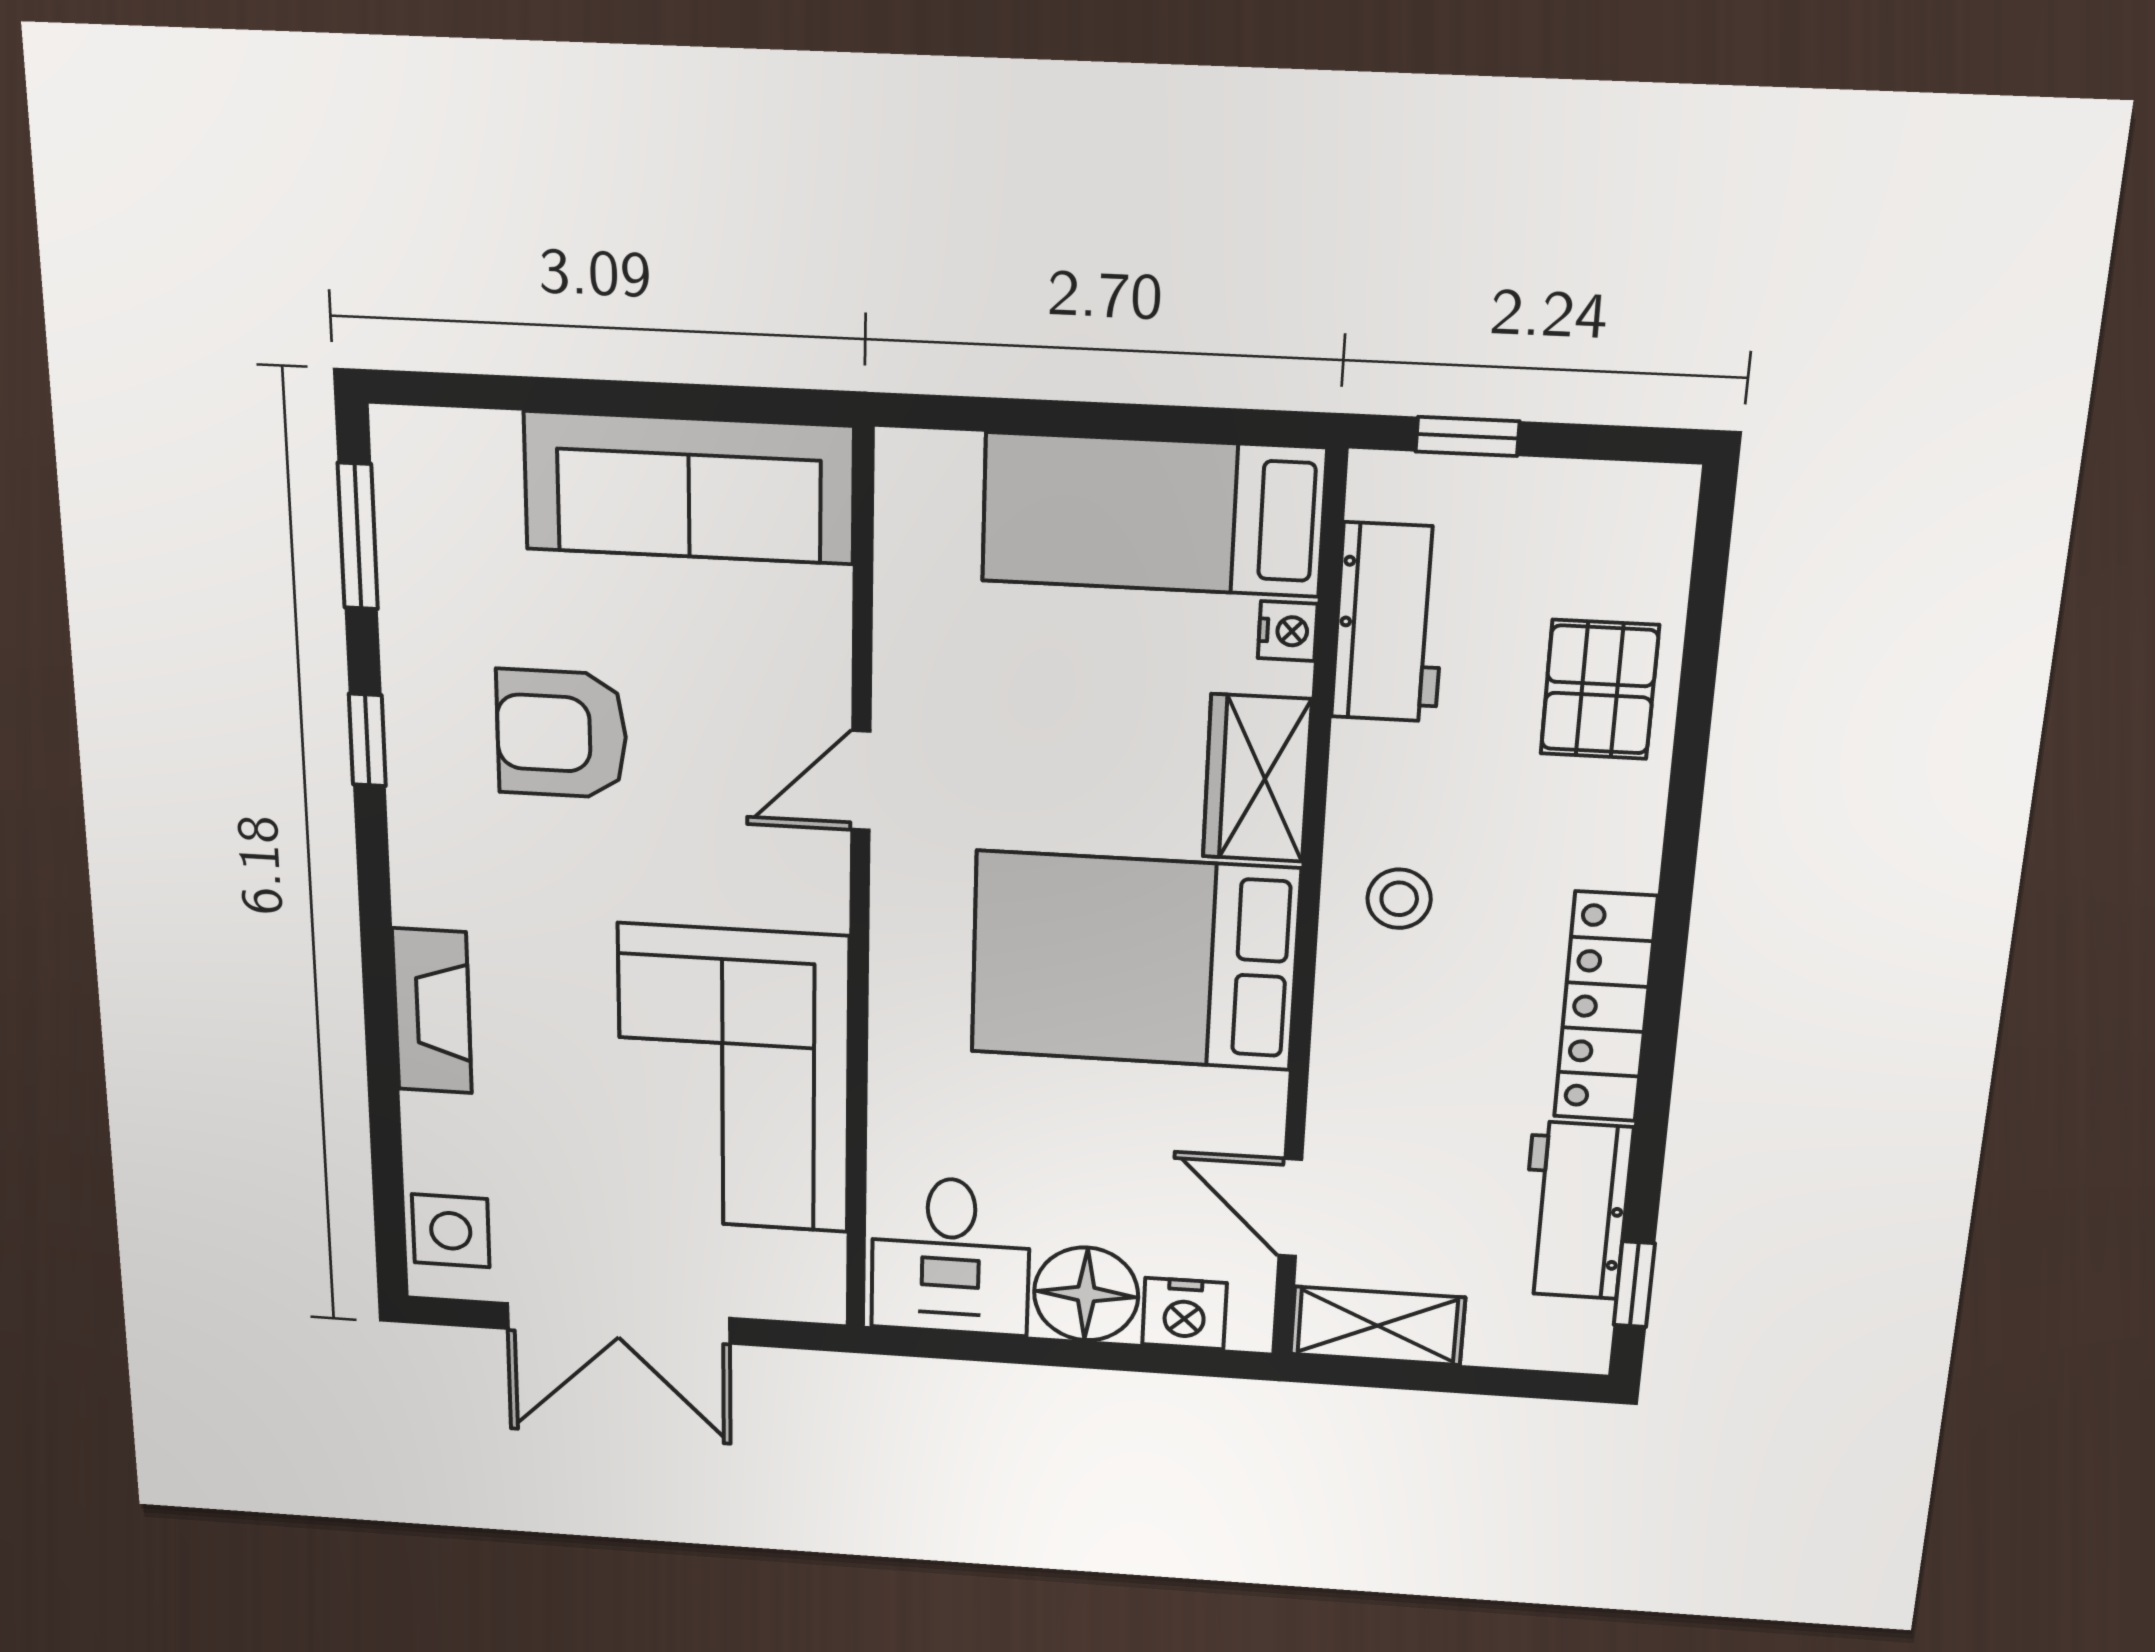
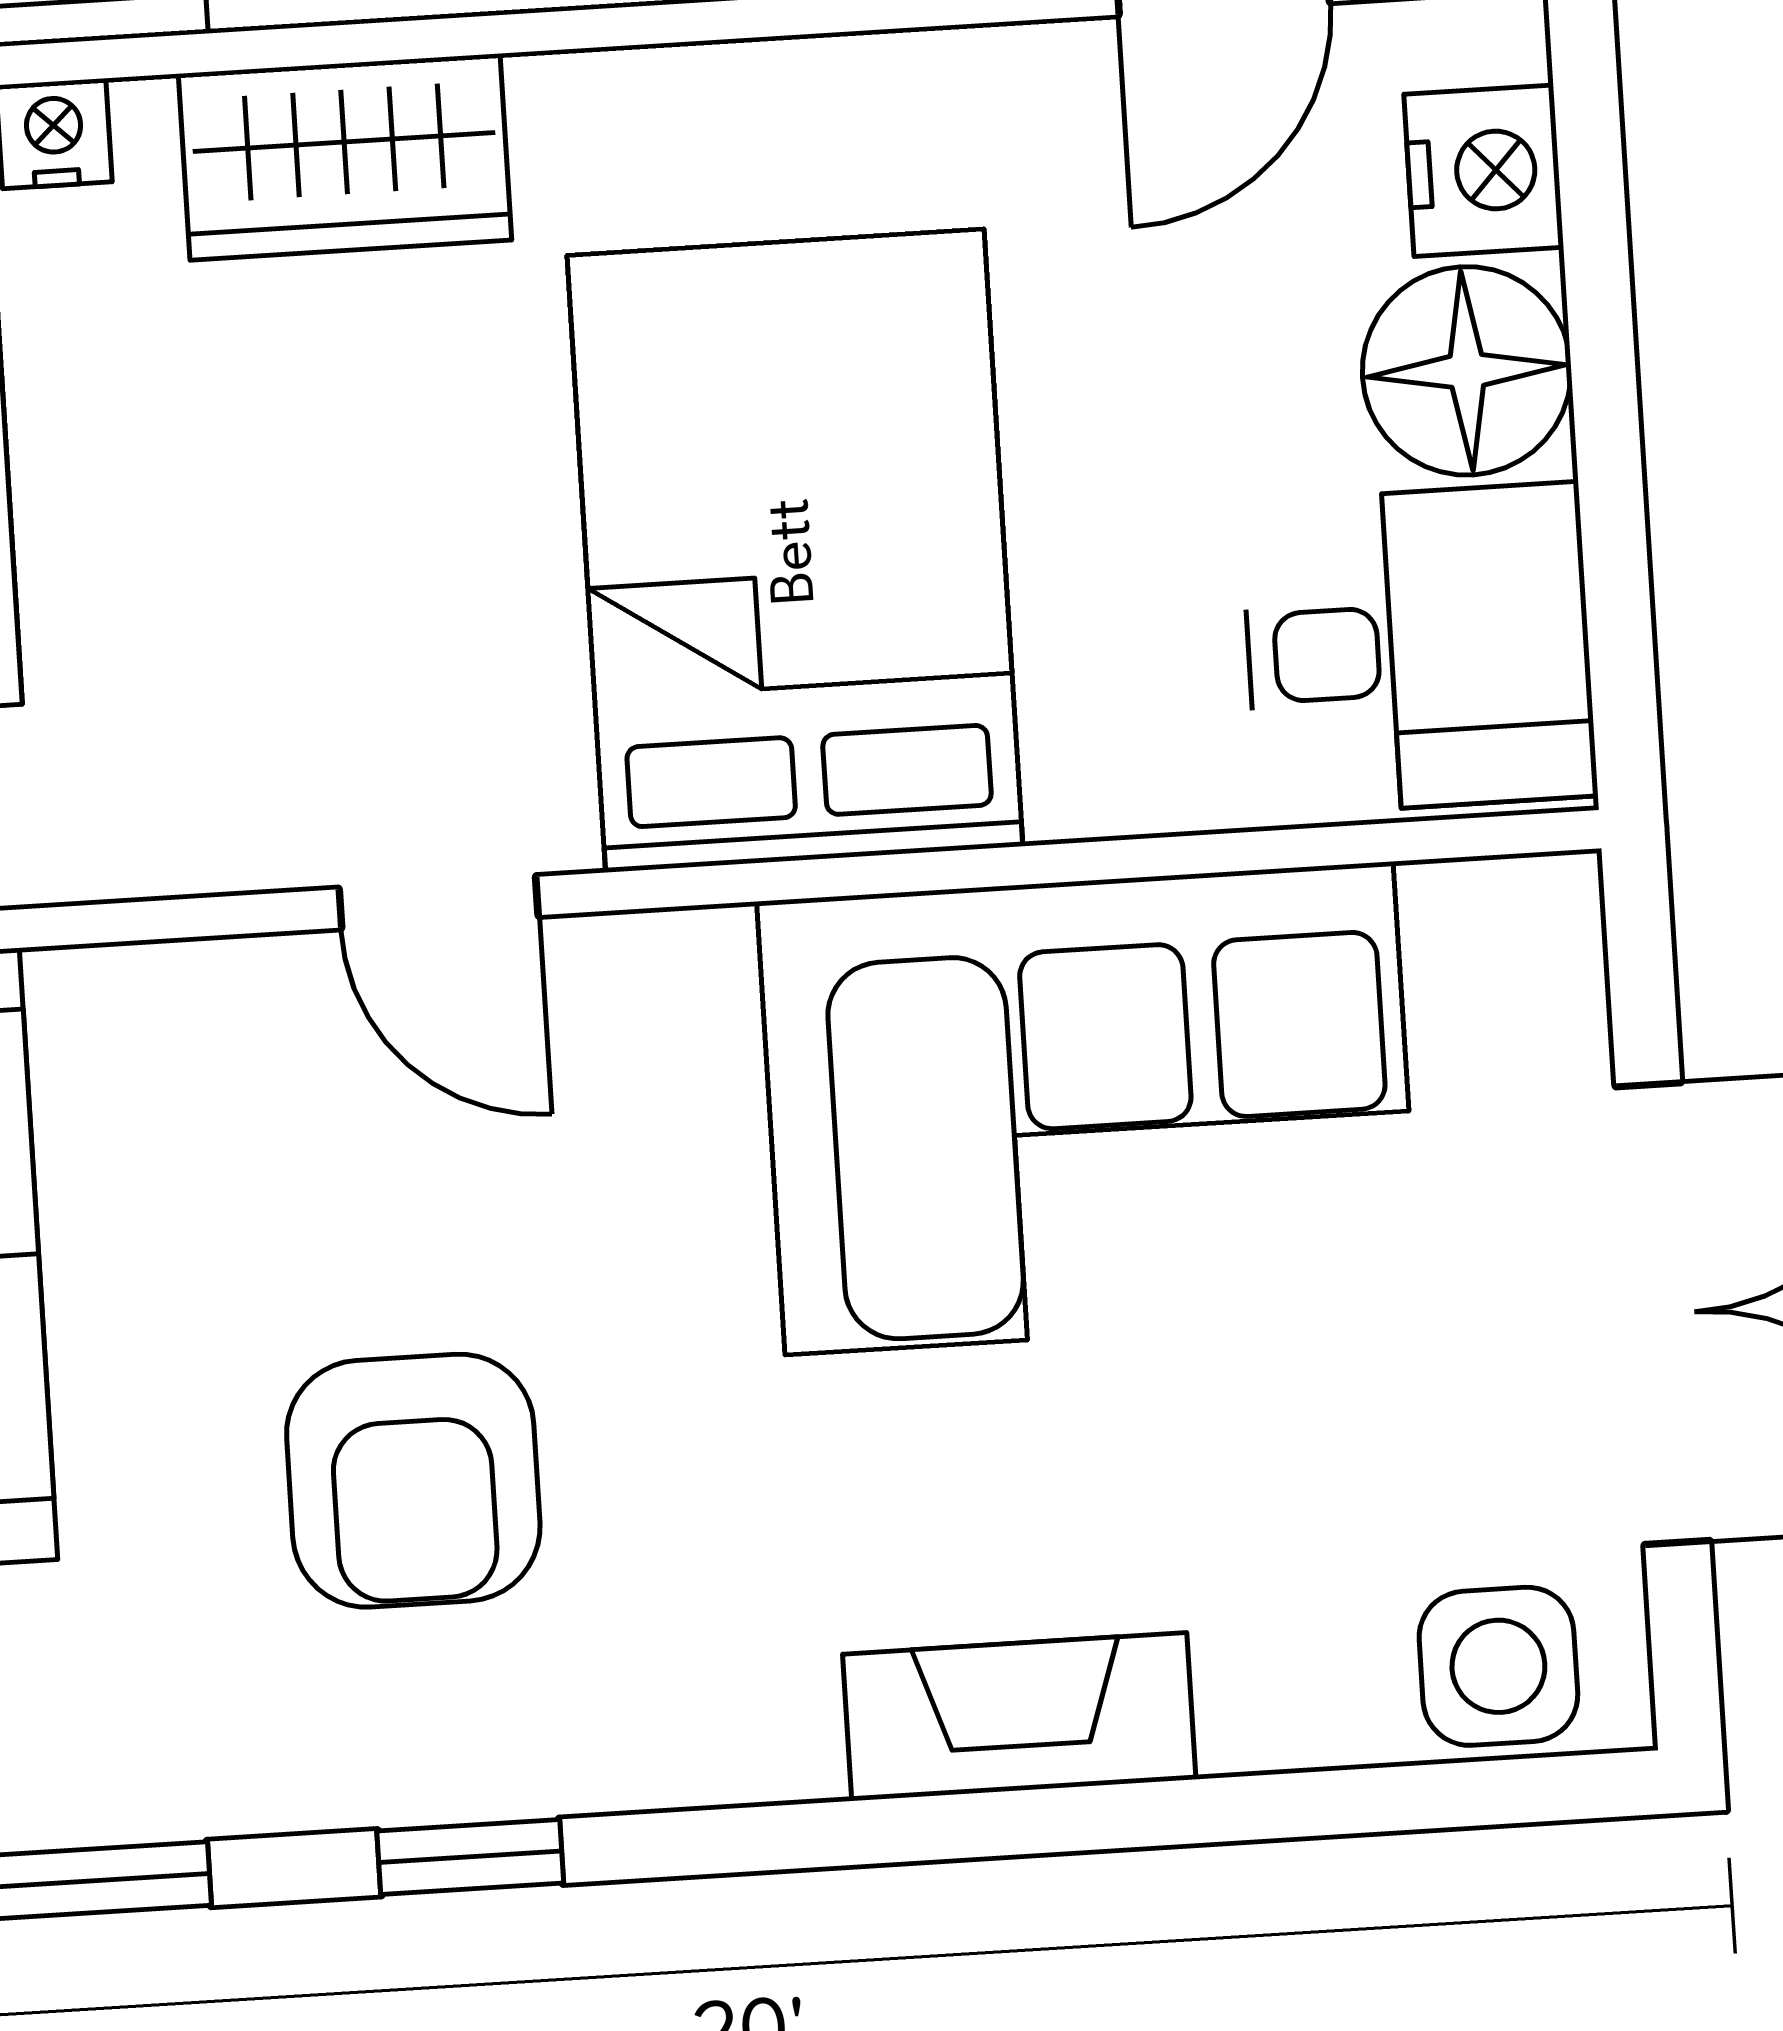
bed: (1134, 961) -> (795, 551), moved, turned 180

